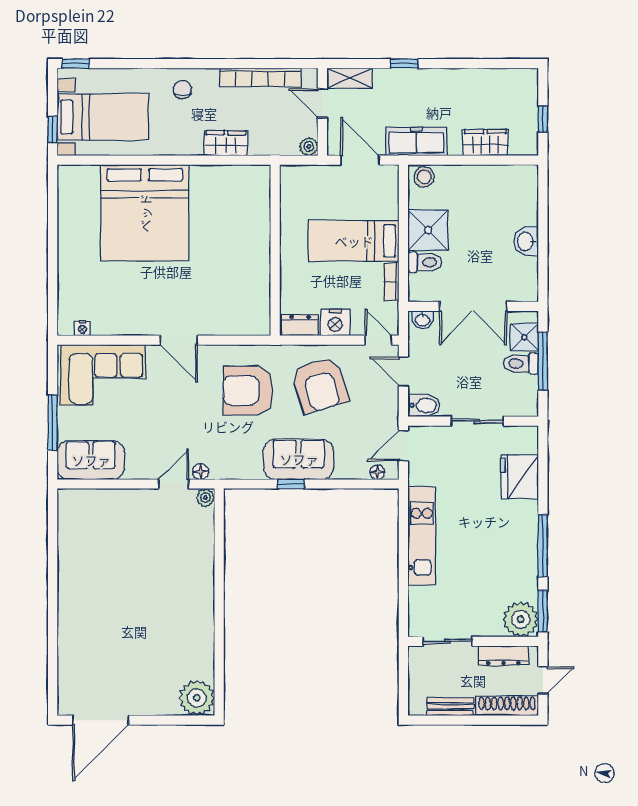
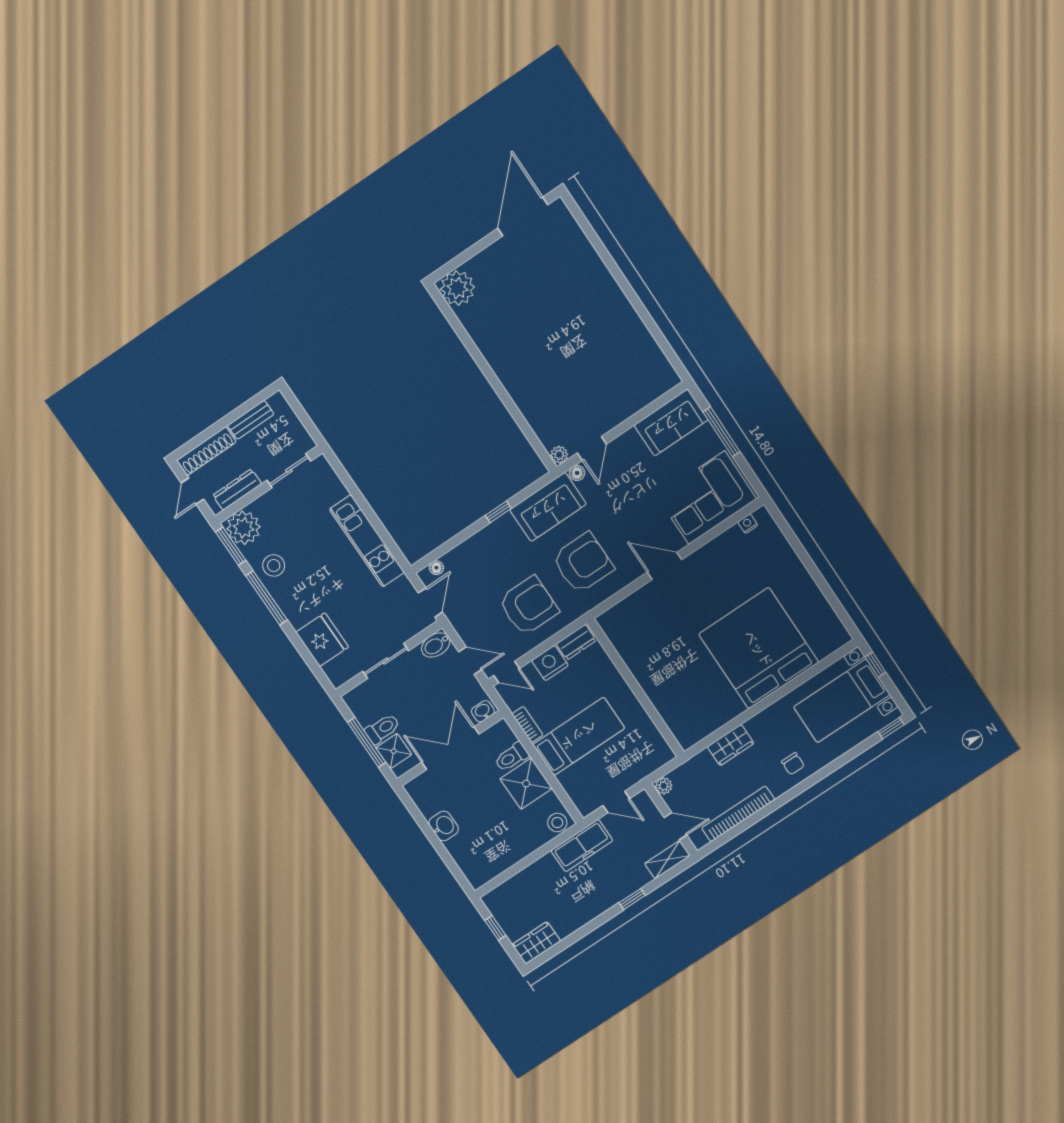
wardrobe: (485, 143) -> (536, 943), moved, turned 180
door: (360, 160) -> (616, 802), width x0.73
armchair: (320, 385) -> (529, 606), turned 107
sofa: (299, 459) -> (548, 507), moved
stool: (517, 569) -> (274, 565), added

